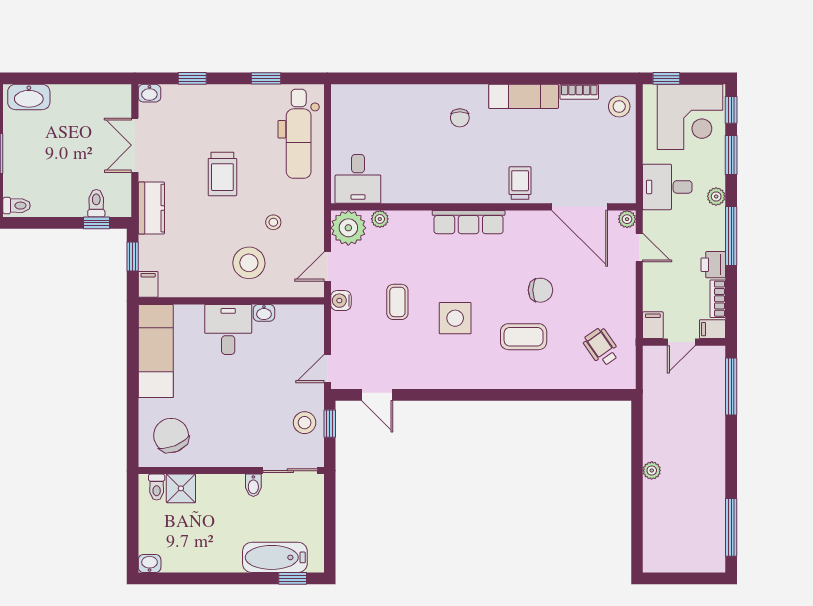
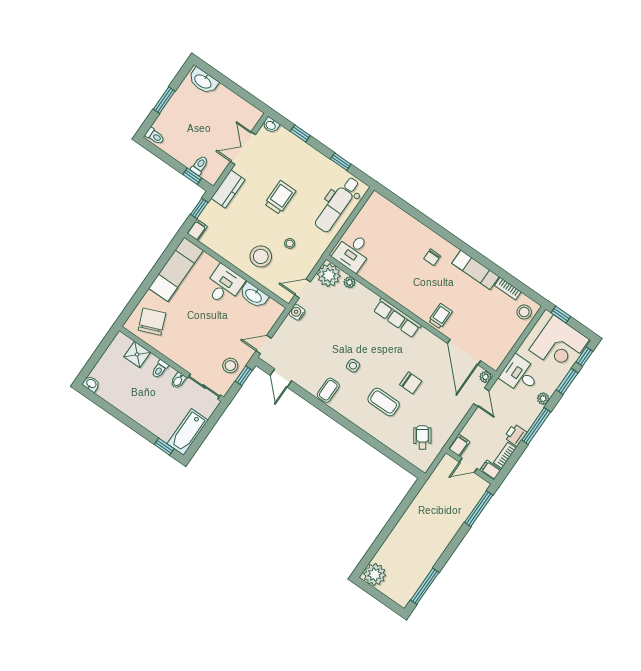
trolley: (222, 174) -> (280, 197), turned 180
coffee table: (397, 302) -> (328, 390), moved
washbasin: (264, 313) -> (254, 295), width x1.91, depth x1.45
side table: (455, 318) -> (353, 366), width x0.54, depth x0.54
plant: (652, 470) -> (375, 574), moved, width x1.88, depth x1.88
toilet: (157, 487) -> (160, 369), moved
bathtub: (275, 557) -> (188, 432), moved, turned -90

